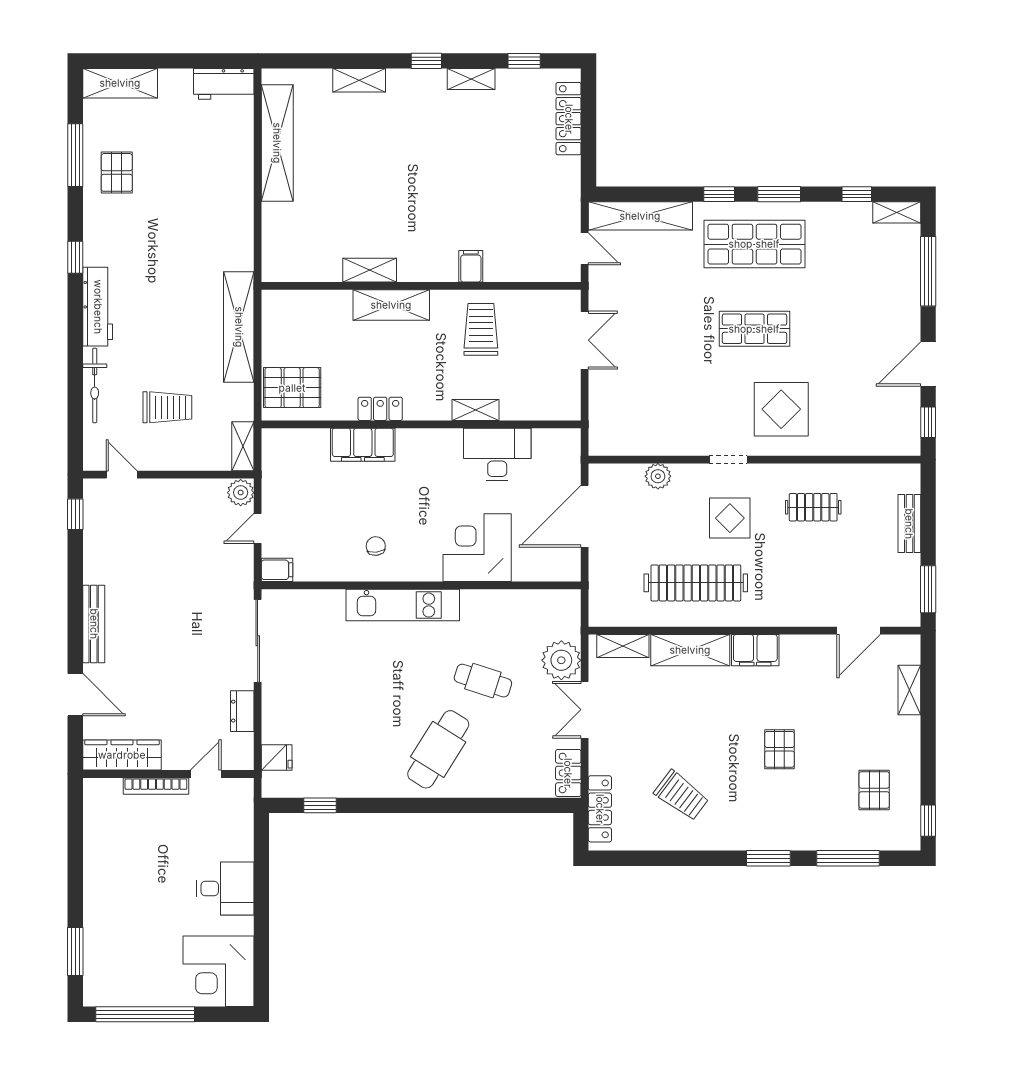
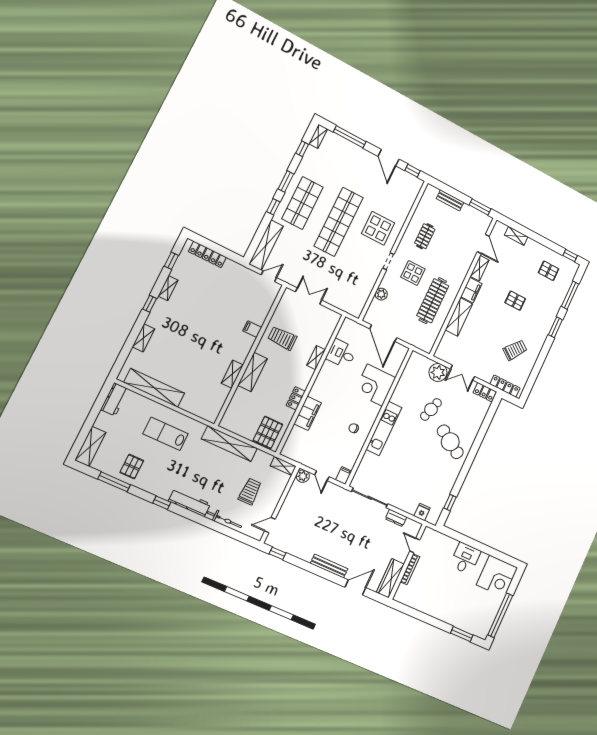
pallet: (117, 172) -> (132, 467), turned 90
lab bench: (204, 203) -> (166, 434), added
shop shelf: (754, 329) -> (339, 222), width x2.00, depth x1.36
desk: (497, 455) -> (341, 354), width x0.73
shelving: (623, 646) -> (480, 268), moved

